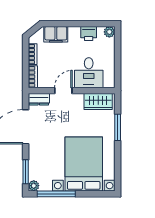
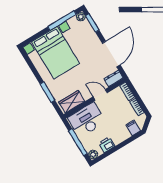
filing cabinet: (56, 34) -> (133, 128), width x0.50
window: (118, 55) -> (78, 142), added
desk: (89, 73) -> (87, 120), width x1.37
door: (63, 91) -> (100, 95), swing flipped

